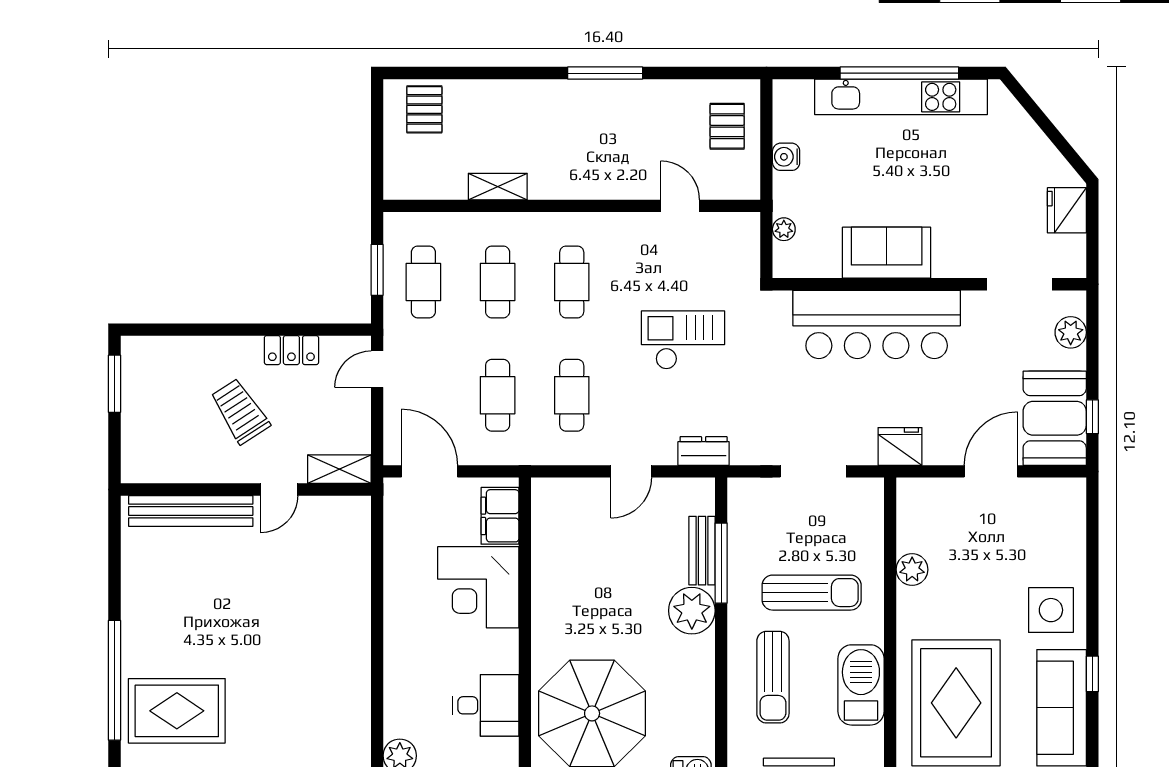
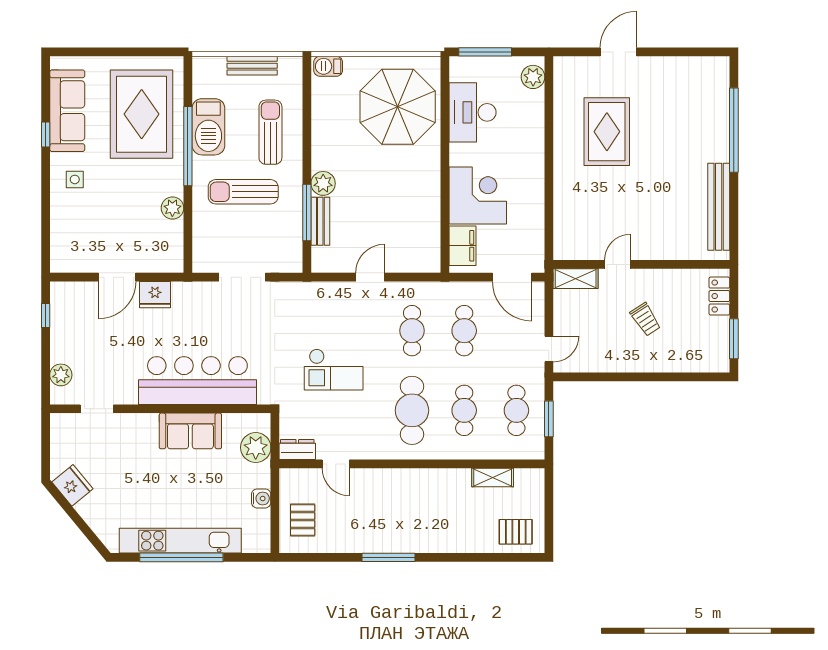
pallet: (424, 109) -> (516, 532), turned 90
shelving: (498, 187) -> (493, 478), moved
fridge: (1067, 210) -> (72, 485), moved, turned -40
plant: (784, 229) -> (256, 447), width x1.87, depth x1.87
cafe table: (572, 282) -> (412, 410), width x1.37, depth x1.35
doorway: (1019, 284) -> (97, 409), width x0.73
locker: (291, 350) -> (719, 296), moved, turned -90
trolley: (240, 411) -> (646, 319), width x0.73, depth x0.72
booth: (1055, 418) -> (72, 314), removed
fridge: (900, 446) -> (155, 295), moved
dresser: (704, 451) -> (297, 450), moved, turned 180
bench: (191, 511) -> (719, 207), moved, turned 90
side table: (1051, 610) -> (75, 179), width x0.54, depth x0.54
plant: (692, 611) -> (323, 183), width x0.73, depth x0.73
window: (890, 657) -> (188, 146), added
desk: (486, 705) -> (473, 112), width x1.37
rug: (177, 711) -> (607, 132), moved, turned 90

